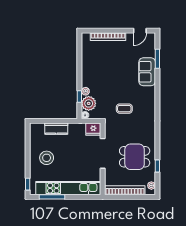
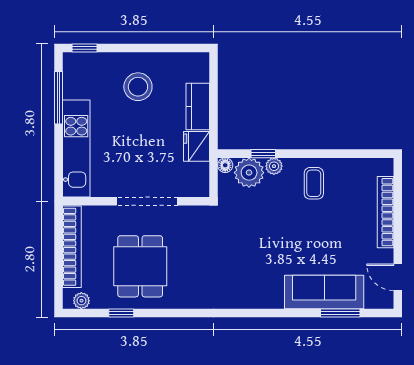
sofa: (147, 72) -> (324, 292), width x1.36
coffee table: (124, 109) -> (314, 183), moved
fridge: (93, 129) -> (197, 146), moved
kitchen unit: (68, 188) -> (76, 149), width x0.73

